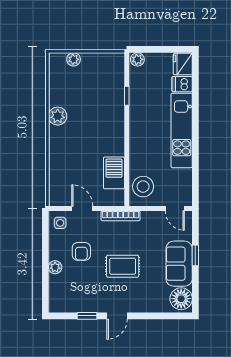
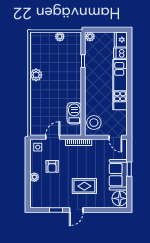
plant: (74, 59) -> (60, 37), moved
door: (82, 208) -> (53, 137), hinge flipped
rug: (123, 266) -> (84, 186), moved

